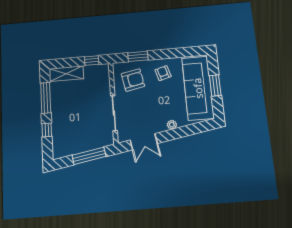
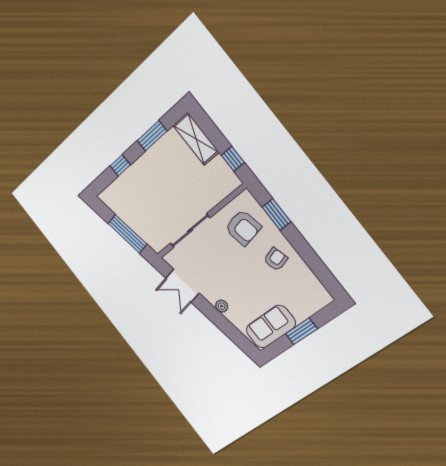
sofa: (198, 88) -> (271, 327), width x0.54, depth x0.79
window: (46, 98) -> (152, 136), width x0.69

